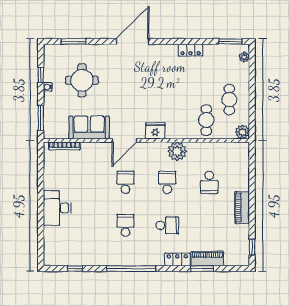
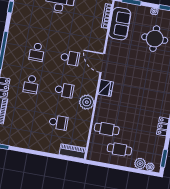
sofa: (89, 128) -> (120, 24), moved
plant: (242, 132) -> (140, 164), moved
school desk: (209, 182) -> (58, 123), turned 180
piano: (242, 207) -> (73, 151), moved
school desk: (125, 225) -> (37, 52), turned 90

